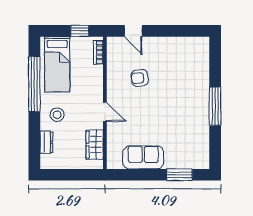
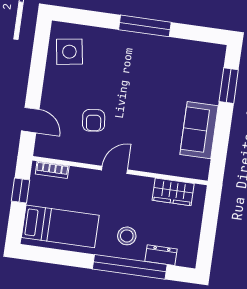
door: (133, 31) -> (30, 120), hinge flipped
side table: (188, 53) -> (69, 52), added
window: (34, 84) -> (130, 267), moved
door: (105, 112) -> (115, 170), moved

